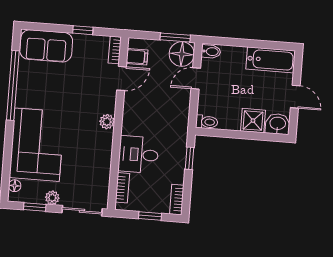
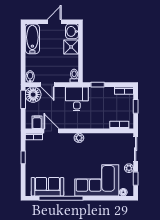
sofa: (46, 46) -> (47, 187), moved, turned -90
desk: (138, 155) -> (77, 99), moved, turned 180

